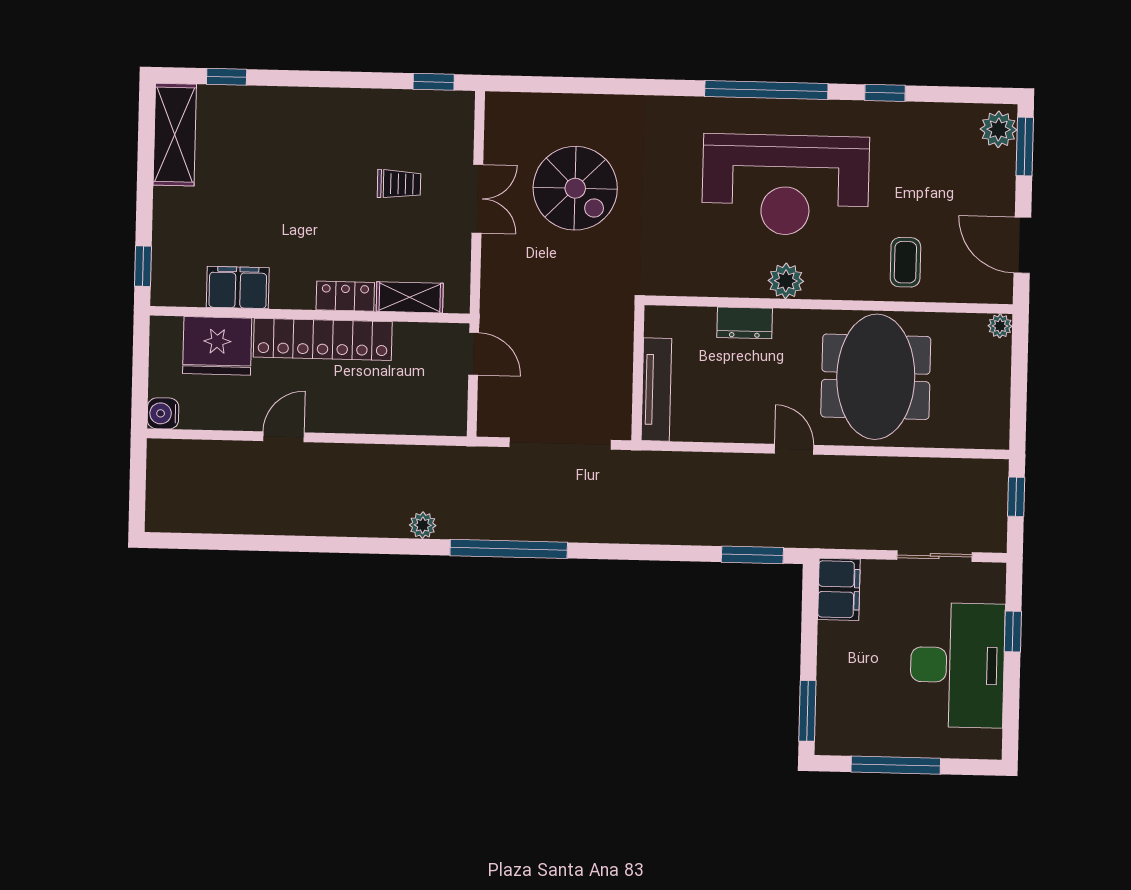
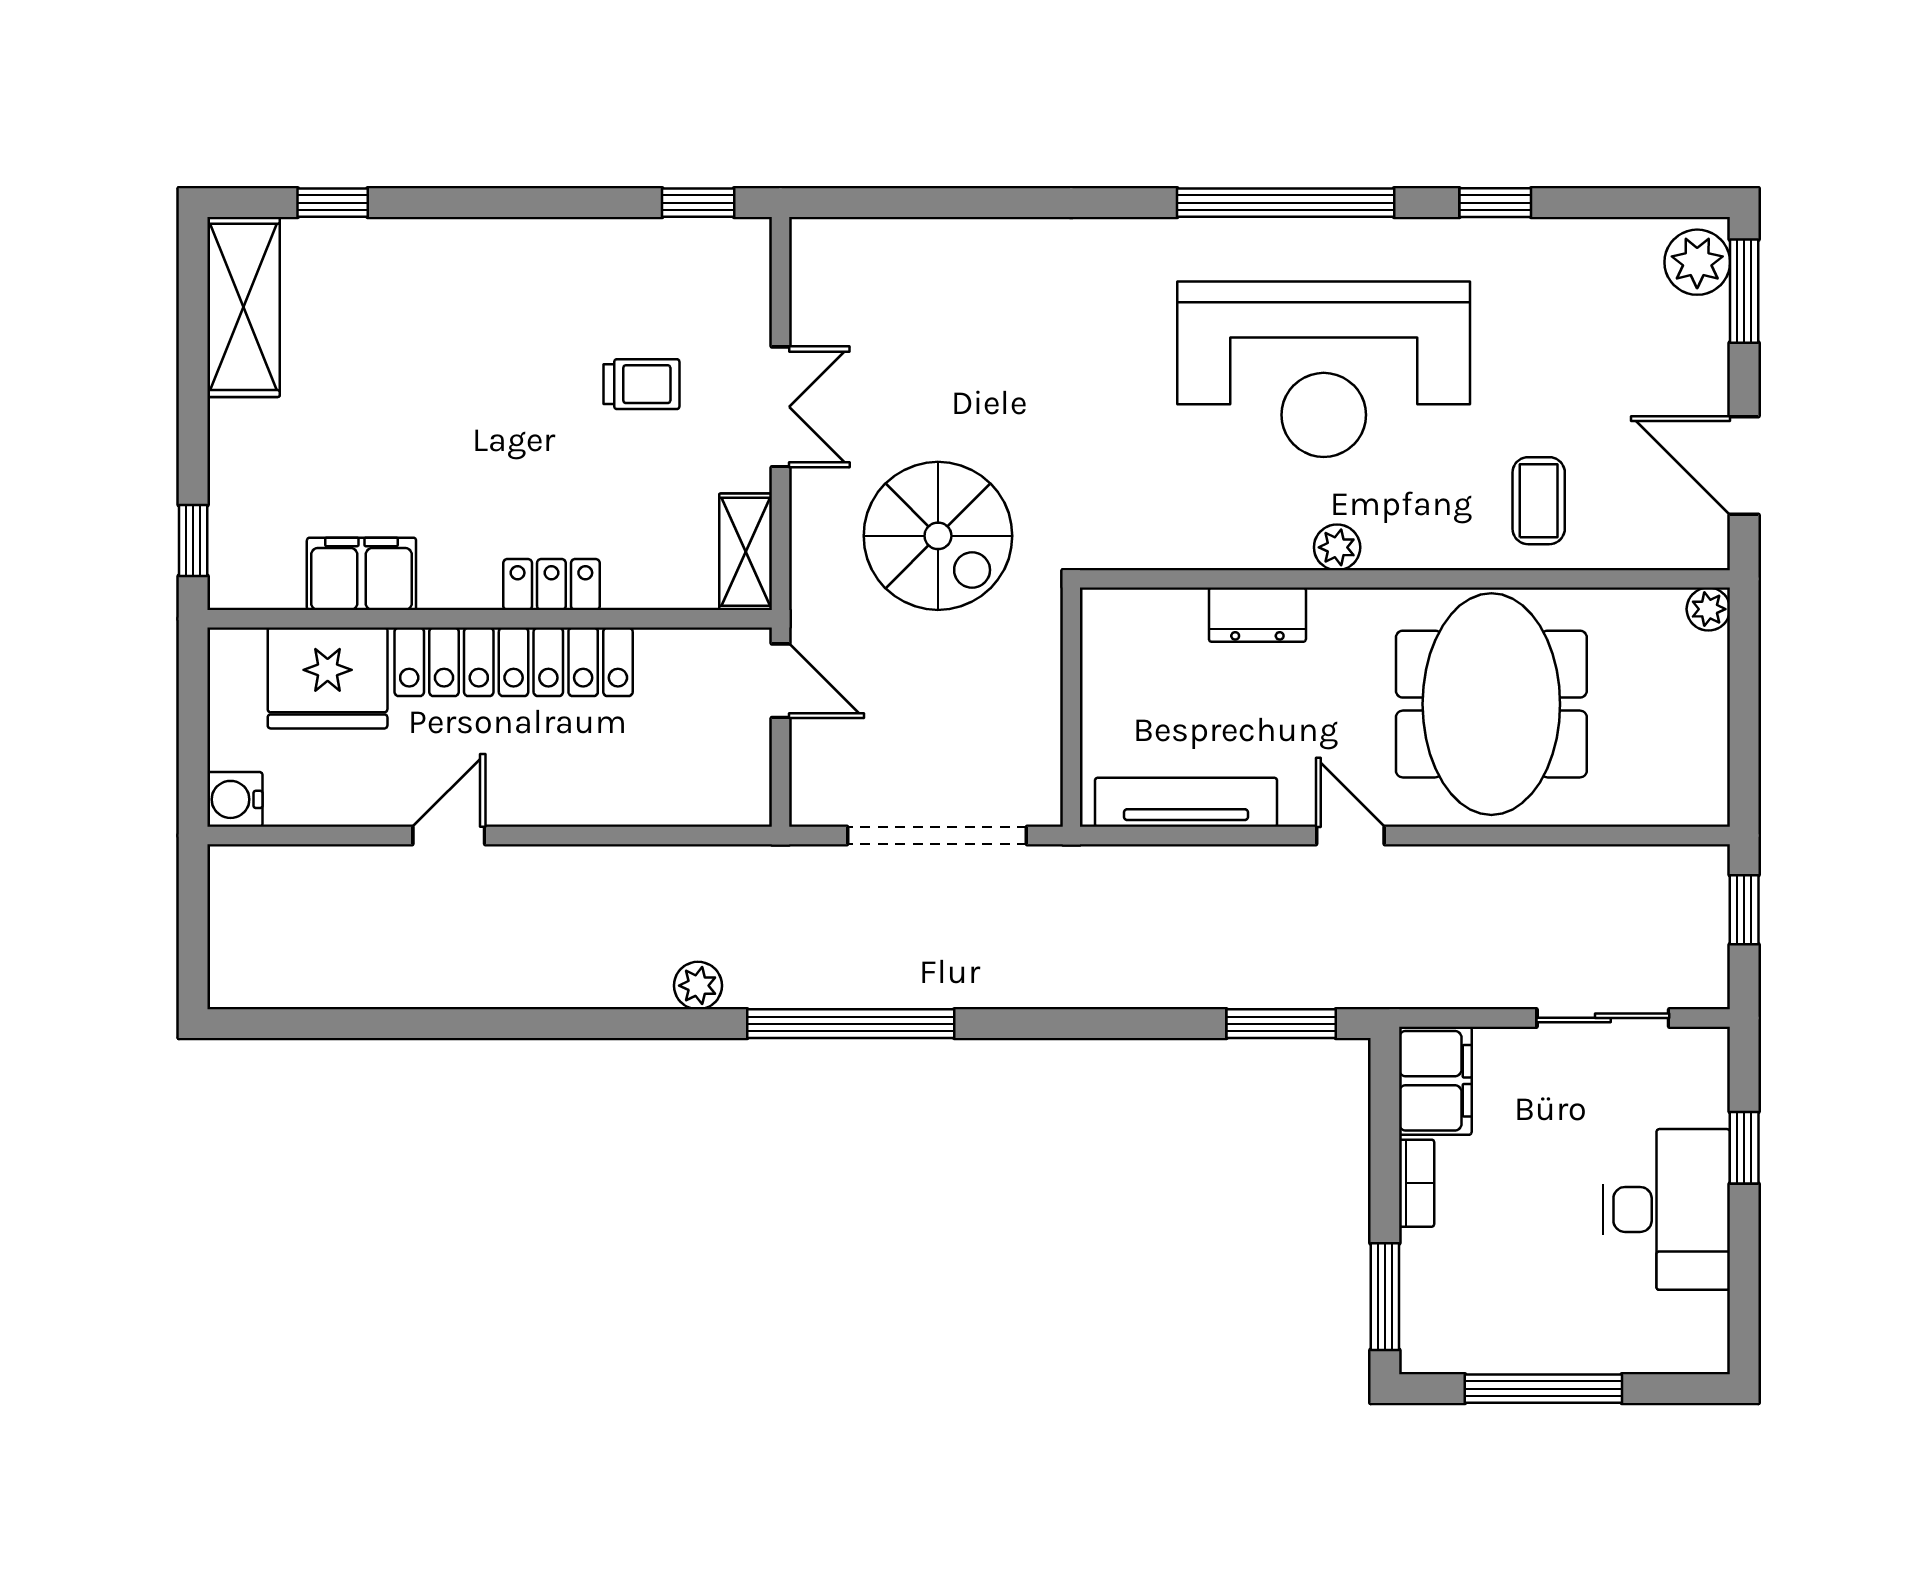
spiral stairs: (575, 188) -> (938, 536), moved
plant: (786, 281) -> (1337, 547), width x0.73, depth x0.73
shelving: (410, 297) -> (746, 552), moved, turned 90
tv unit: (656, 390) -> (1186, 802), moved, turned -90
bookcase: (827, 647) -> (1417, 1183), added
desk: (957, 665) -> (1667, 1209), width x0.73, depth x0.77

